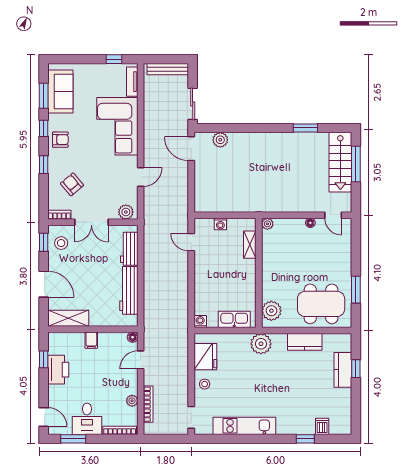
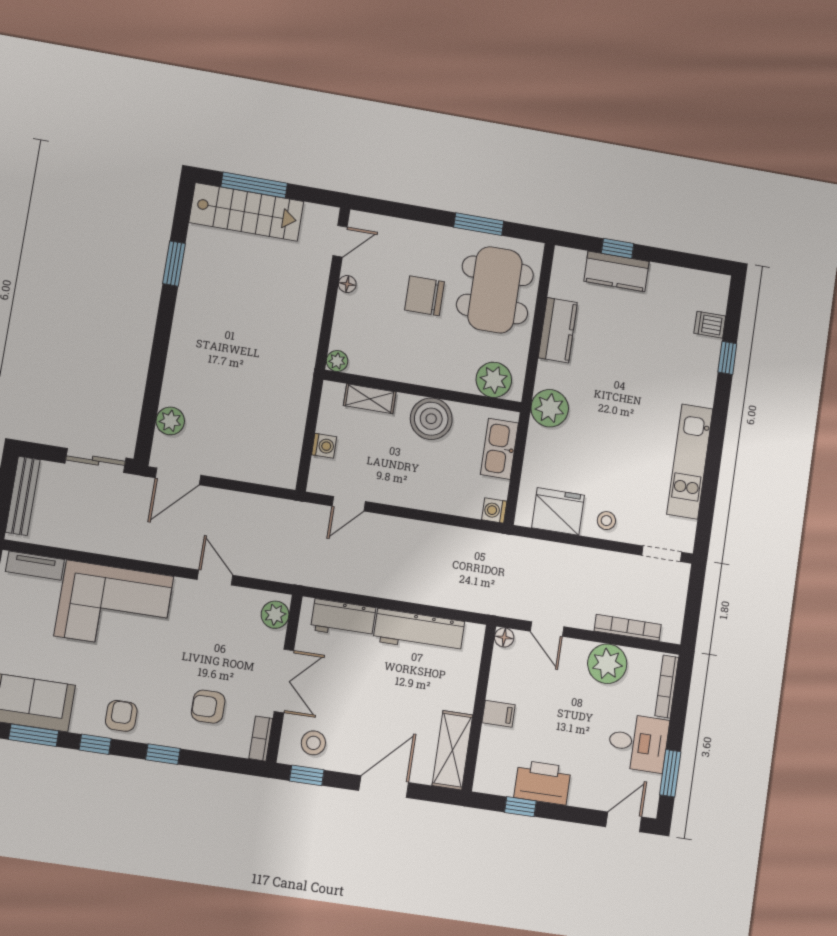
armchair: (72, 184) -> (208, 707), turned 40
chair: (311, 266) -> (425, 296), added
boiler: (244, 280) -> (431, 419), added
plant: (132, 401) -> (607, 664), width x1.87, depth x1.87

